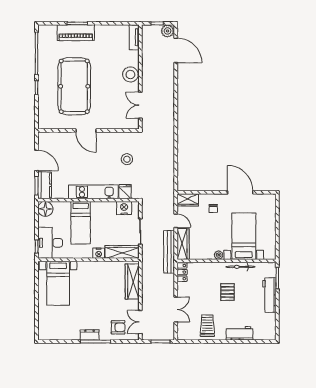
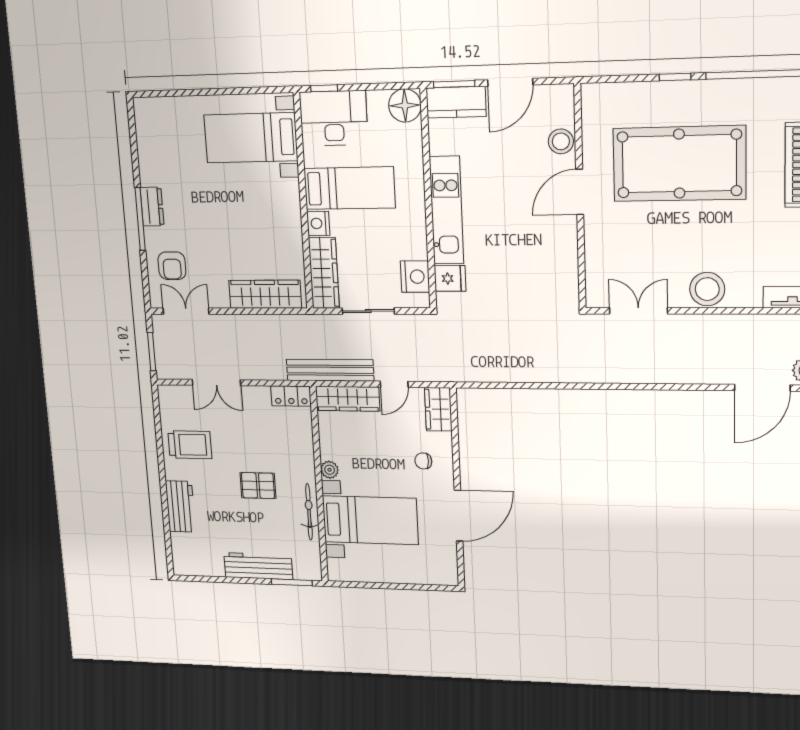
stool: (127, 159) -> (561, 141), moved
bed: (81, 223) -> (350, 188), moved, turned 180

